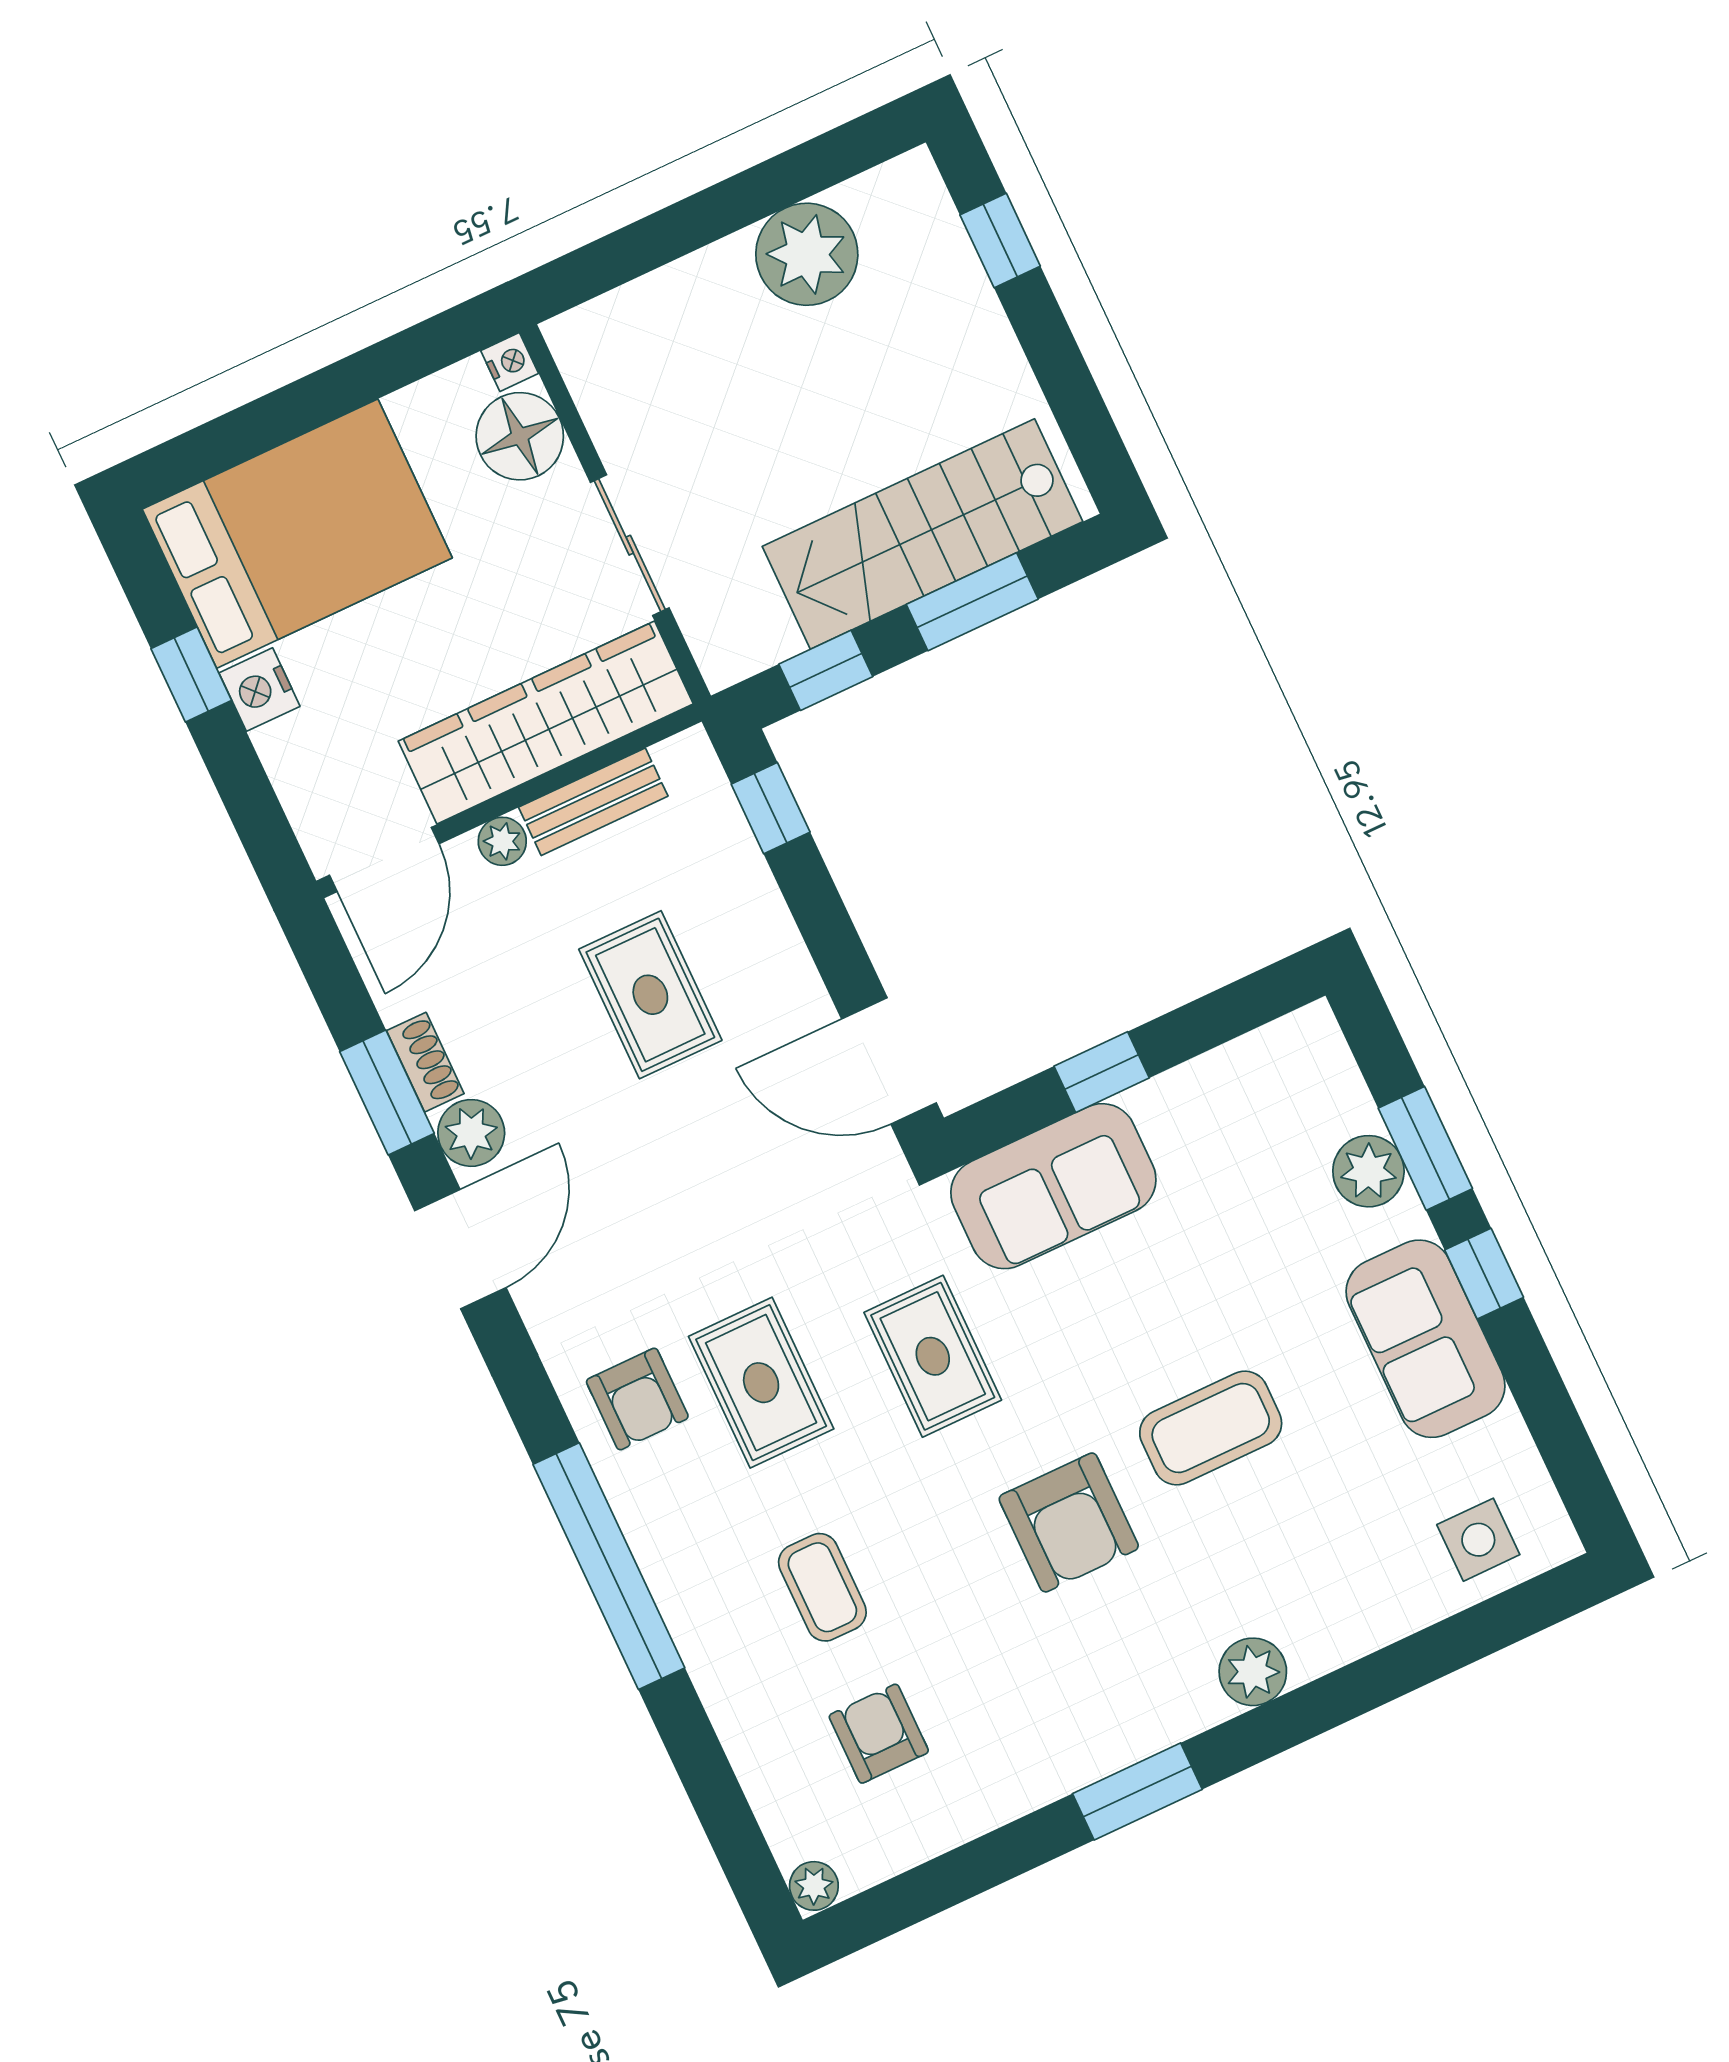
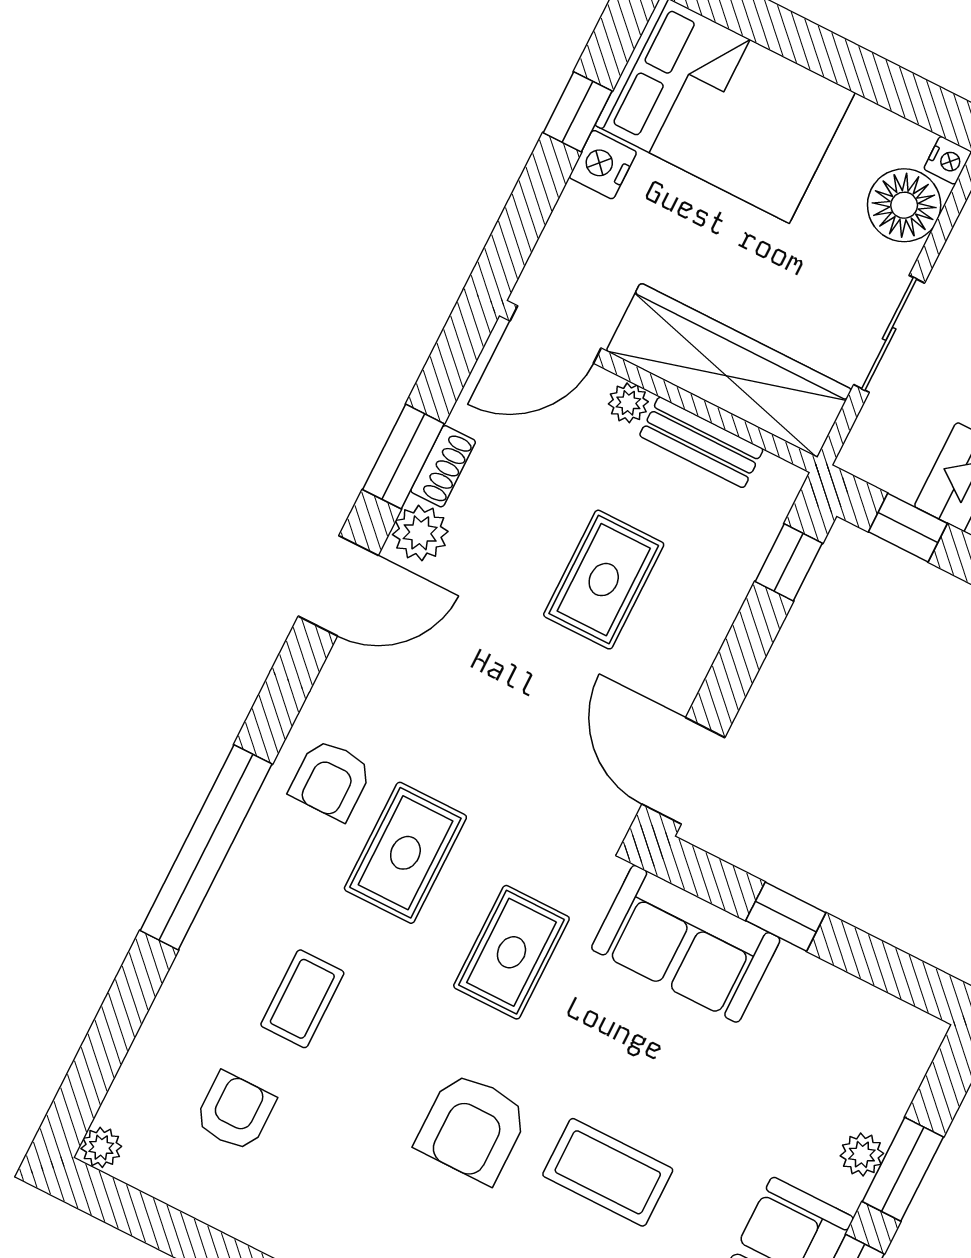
plant: (1368, 1171) -> (862, 1155), width x0.73, depth x0.73

